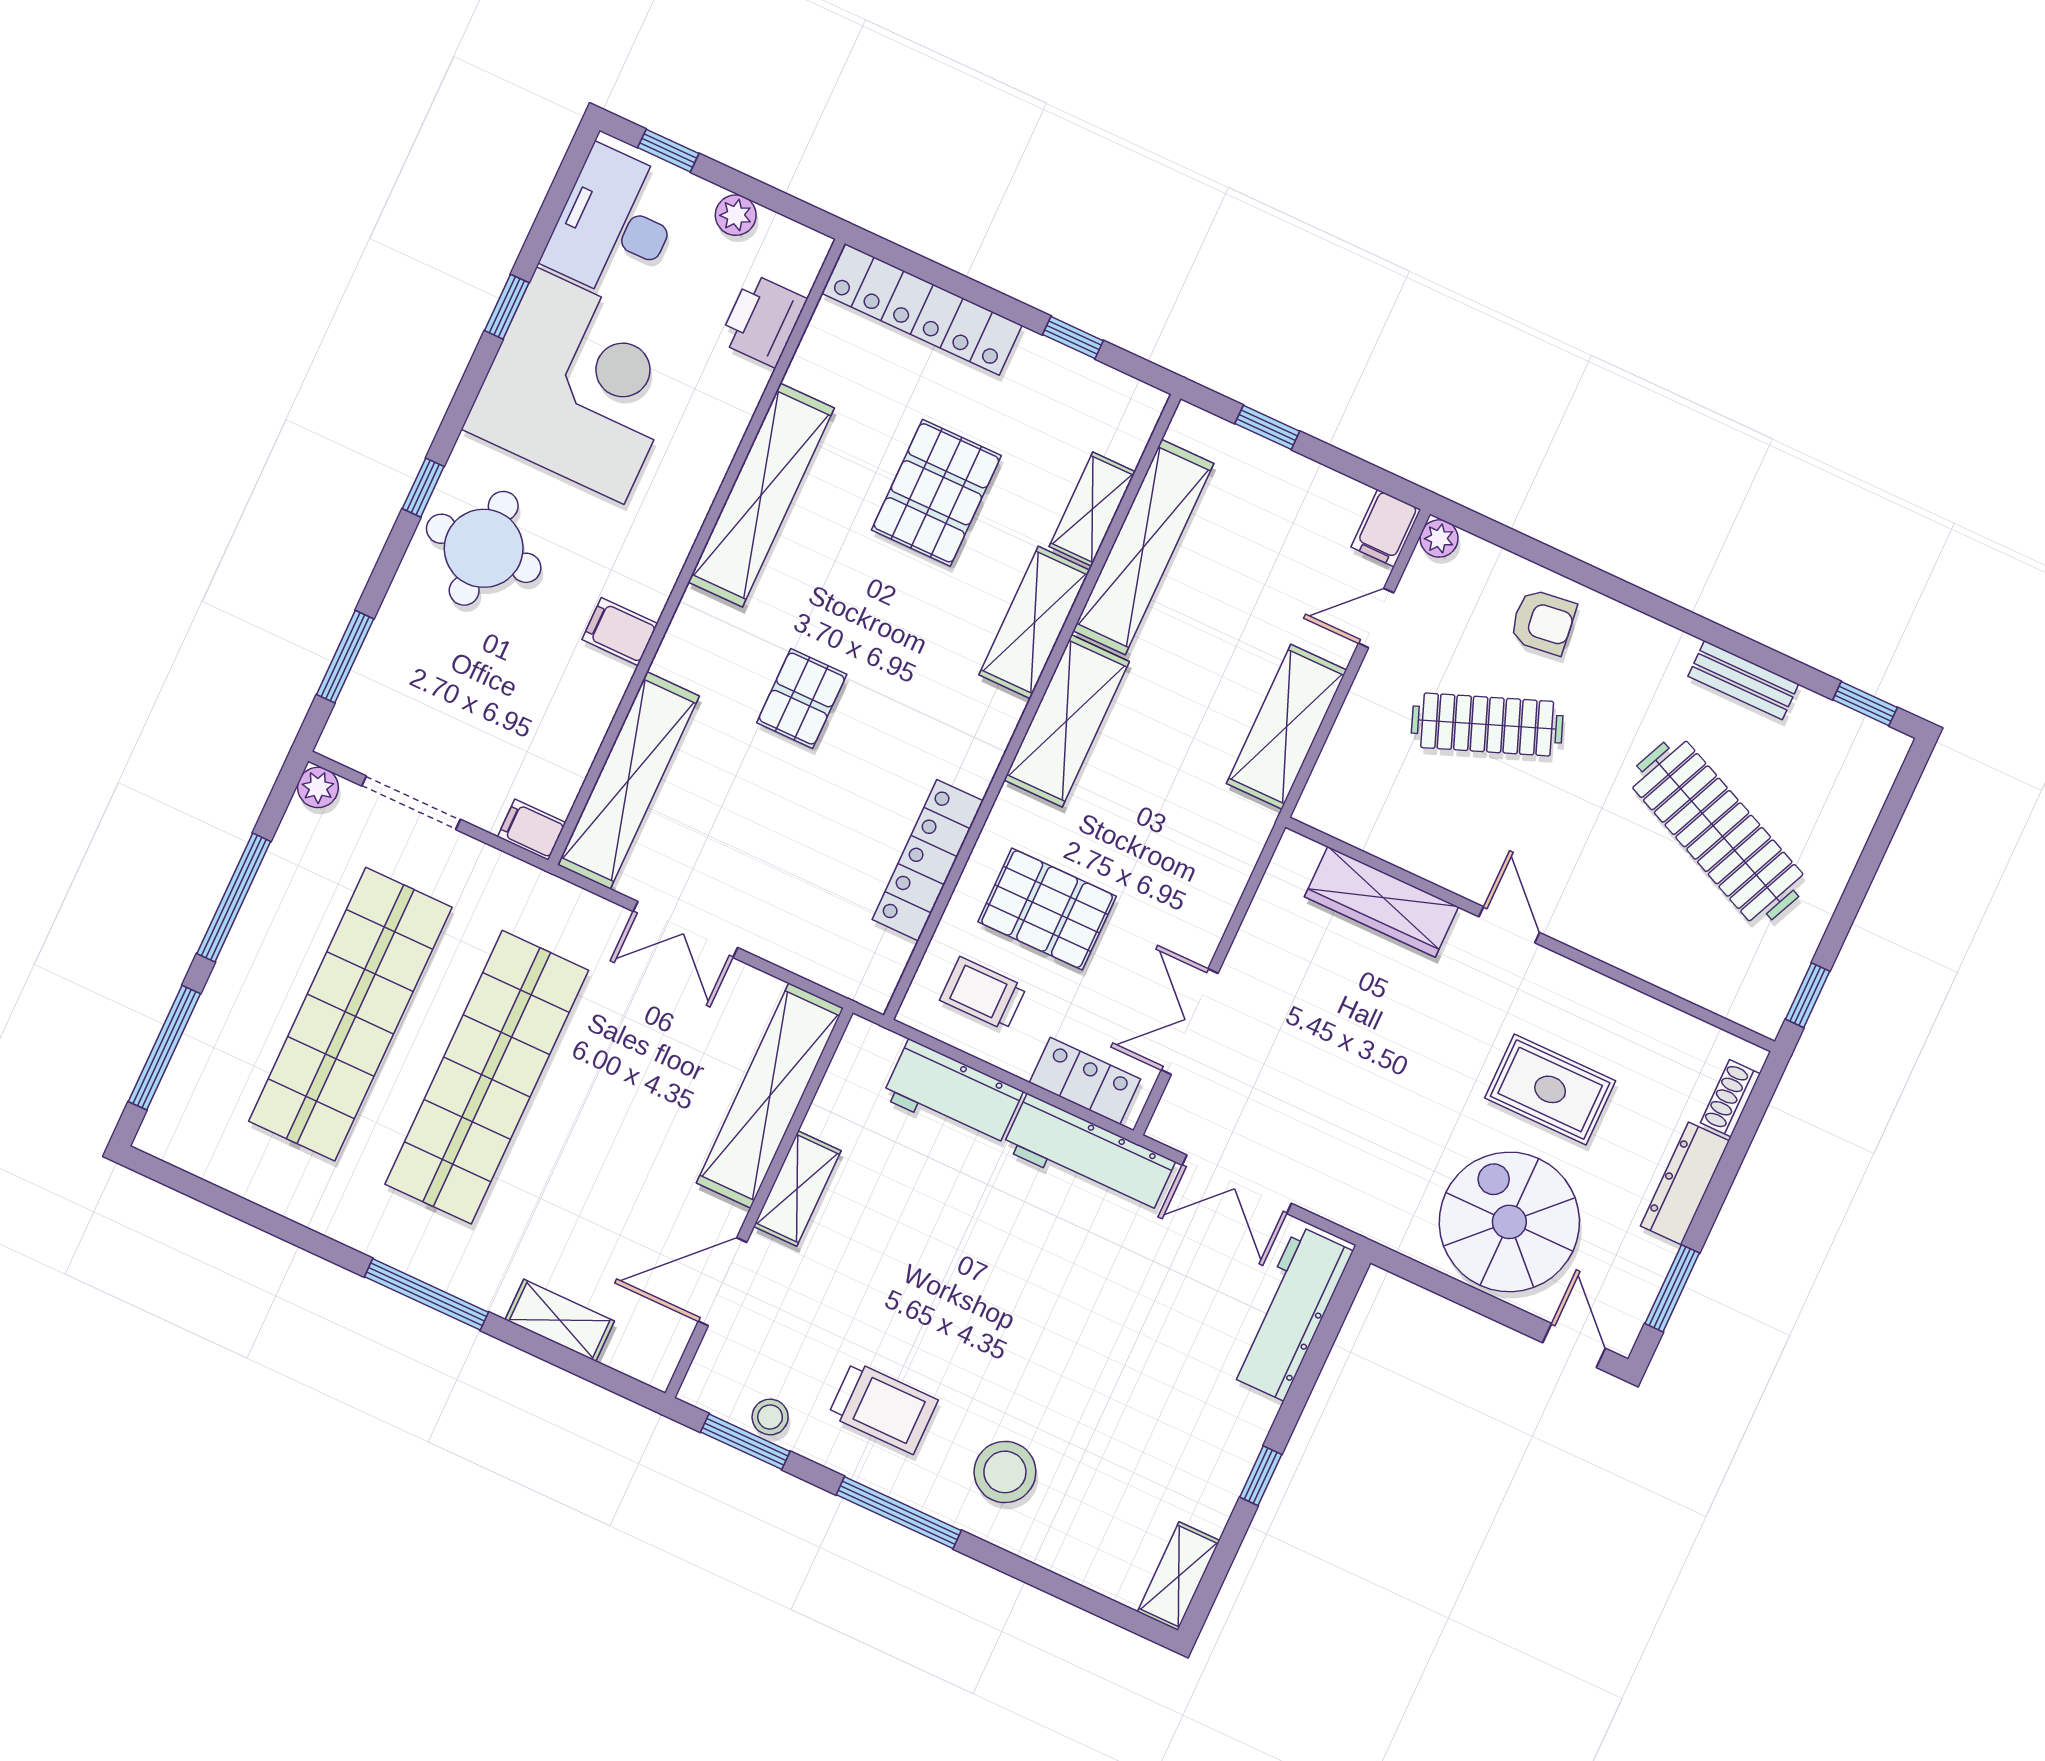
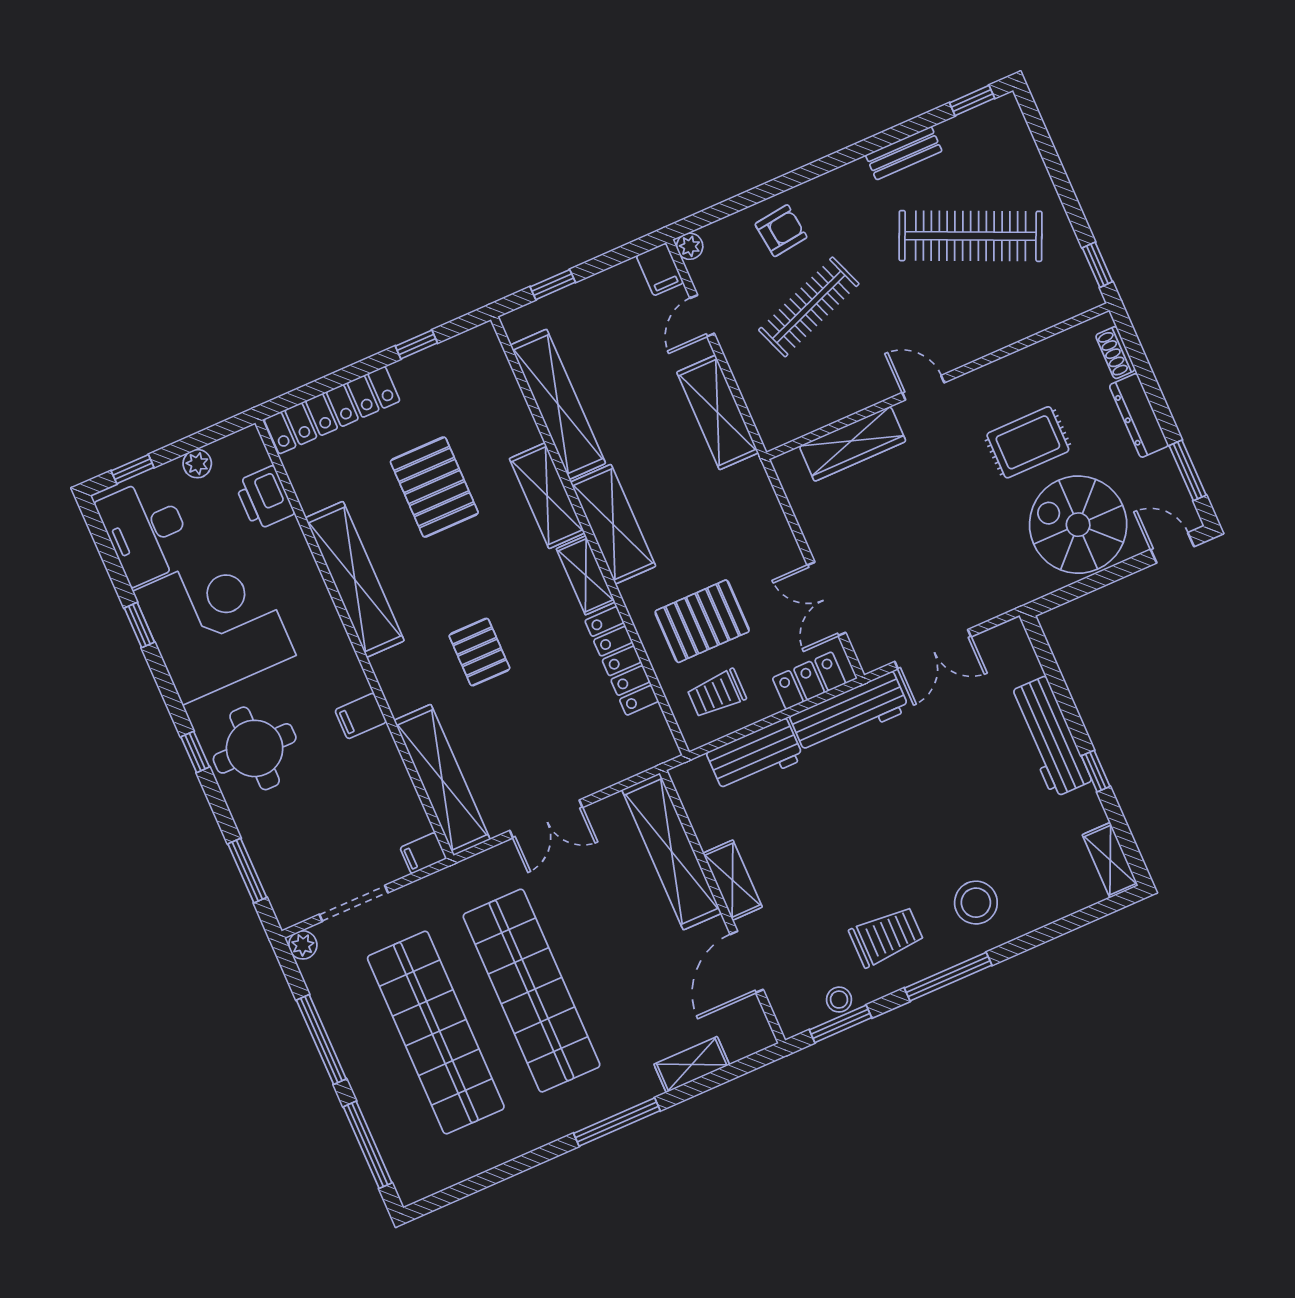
shelving: (1092, 509) -> (586, 575), moved
workbench: (1290, 1313) -> (1049, 737), moved

